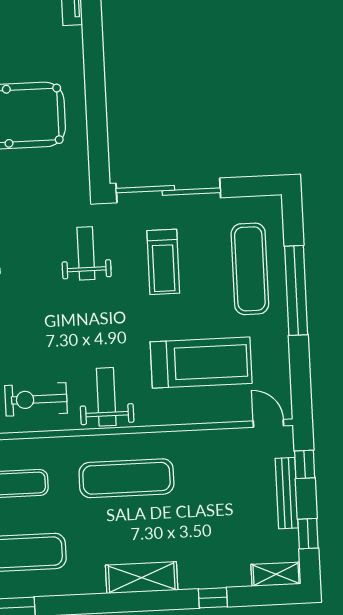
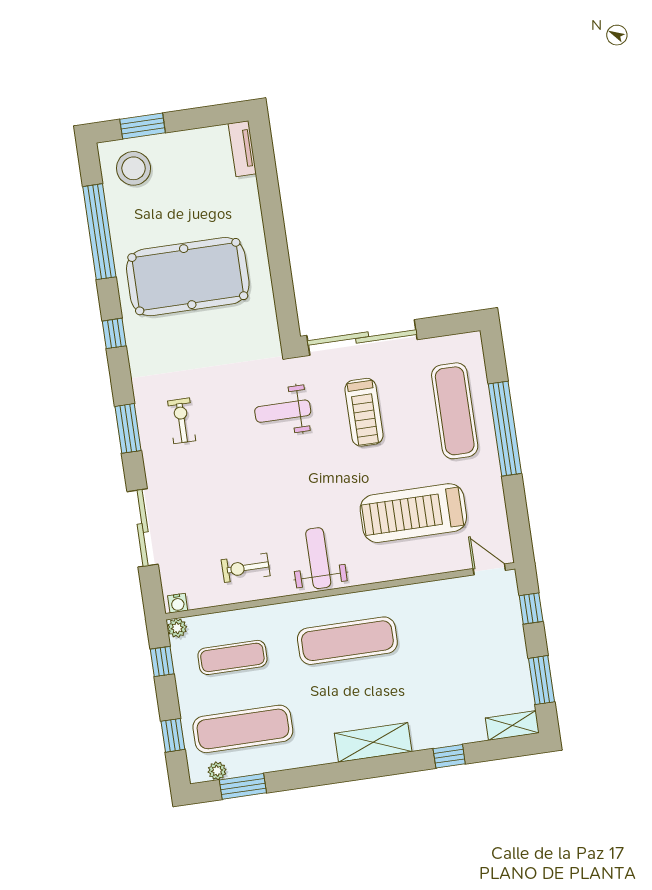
weight bench: (86, 253) -> (283, 411), turned -90
treadmill: (201, 363) -> (413, 513), turned 180
exercise bike: (36, 399) -> (246, 568), width x0.73, depth x0.72
bench: (287, 493) -> (515, 640), removed
window: (308, 534) -> (542, 680), width x1.50

